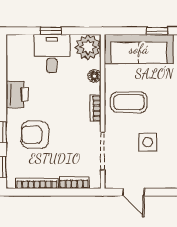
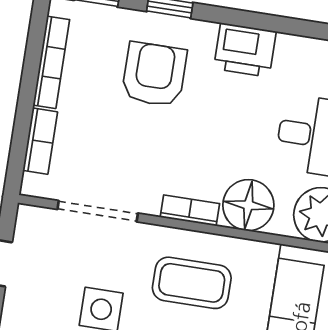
floor lamp: (94, 76) -> (248, 205), width x1.89, depth x1.89
coffee table: (129, 102) -> (192, 283), turned 90

